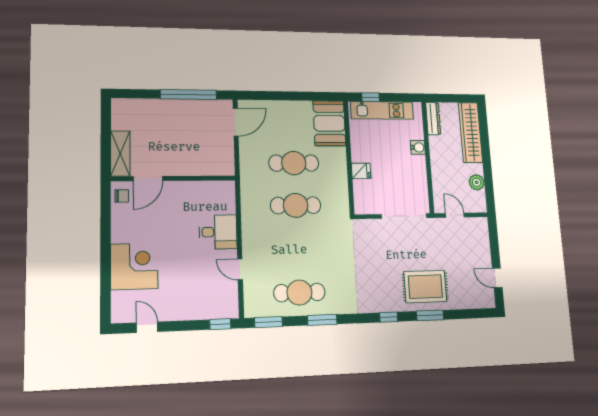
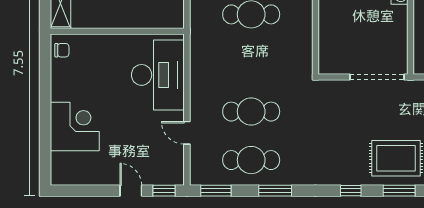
fridge: (361, 171) -> (329, 24), removed
door: (148, 179) -> (90, 31), removed
cafe table: (296, 205) -> (251, 112), moved
desk: (218, 232) -> (158, 75), width x1.87, depth x1.30
door: (147, 327) -> (131, 191), moved

